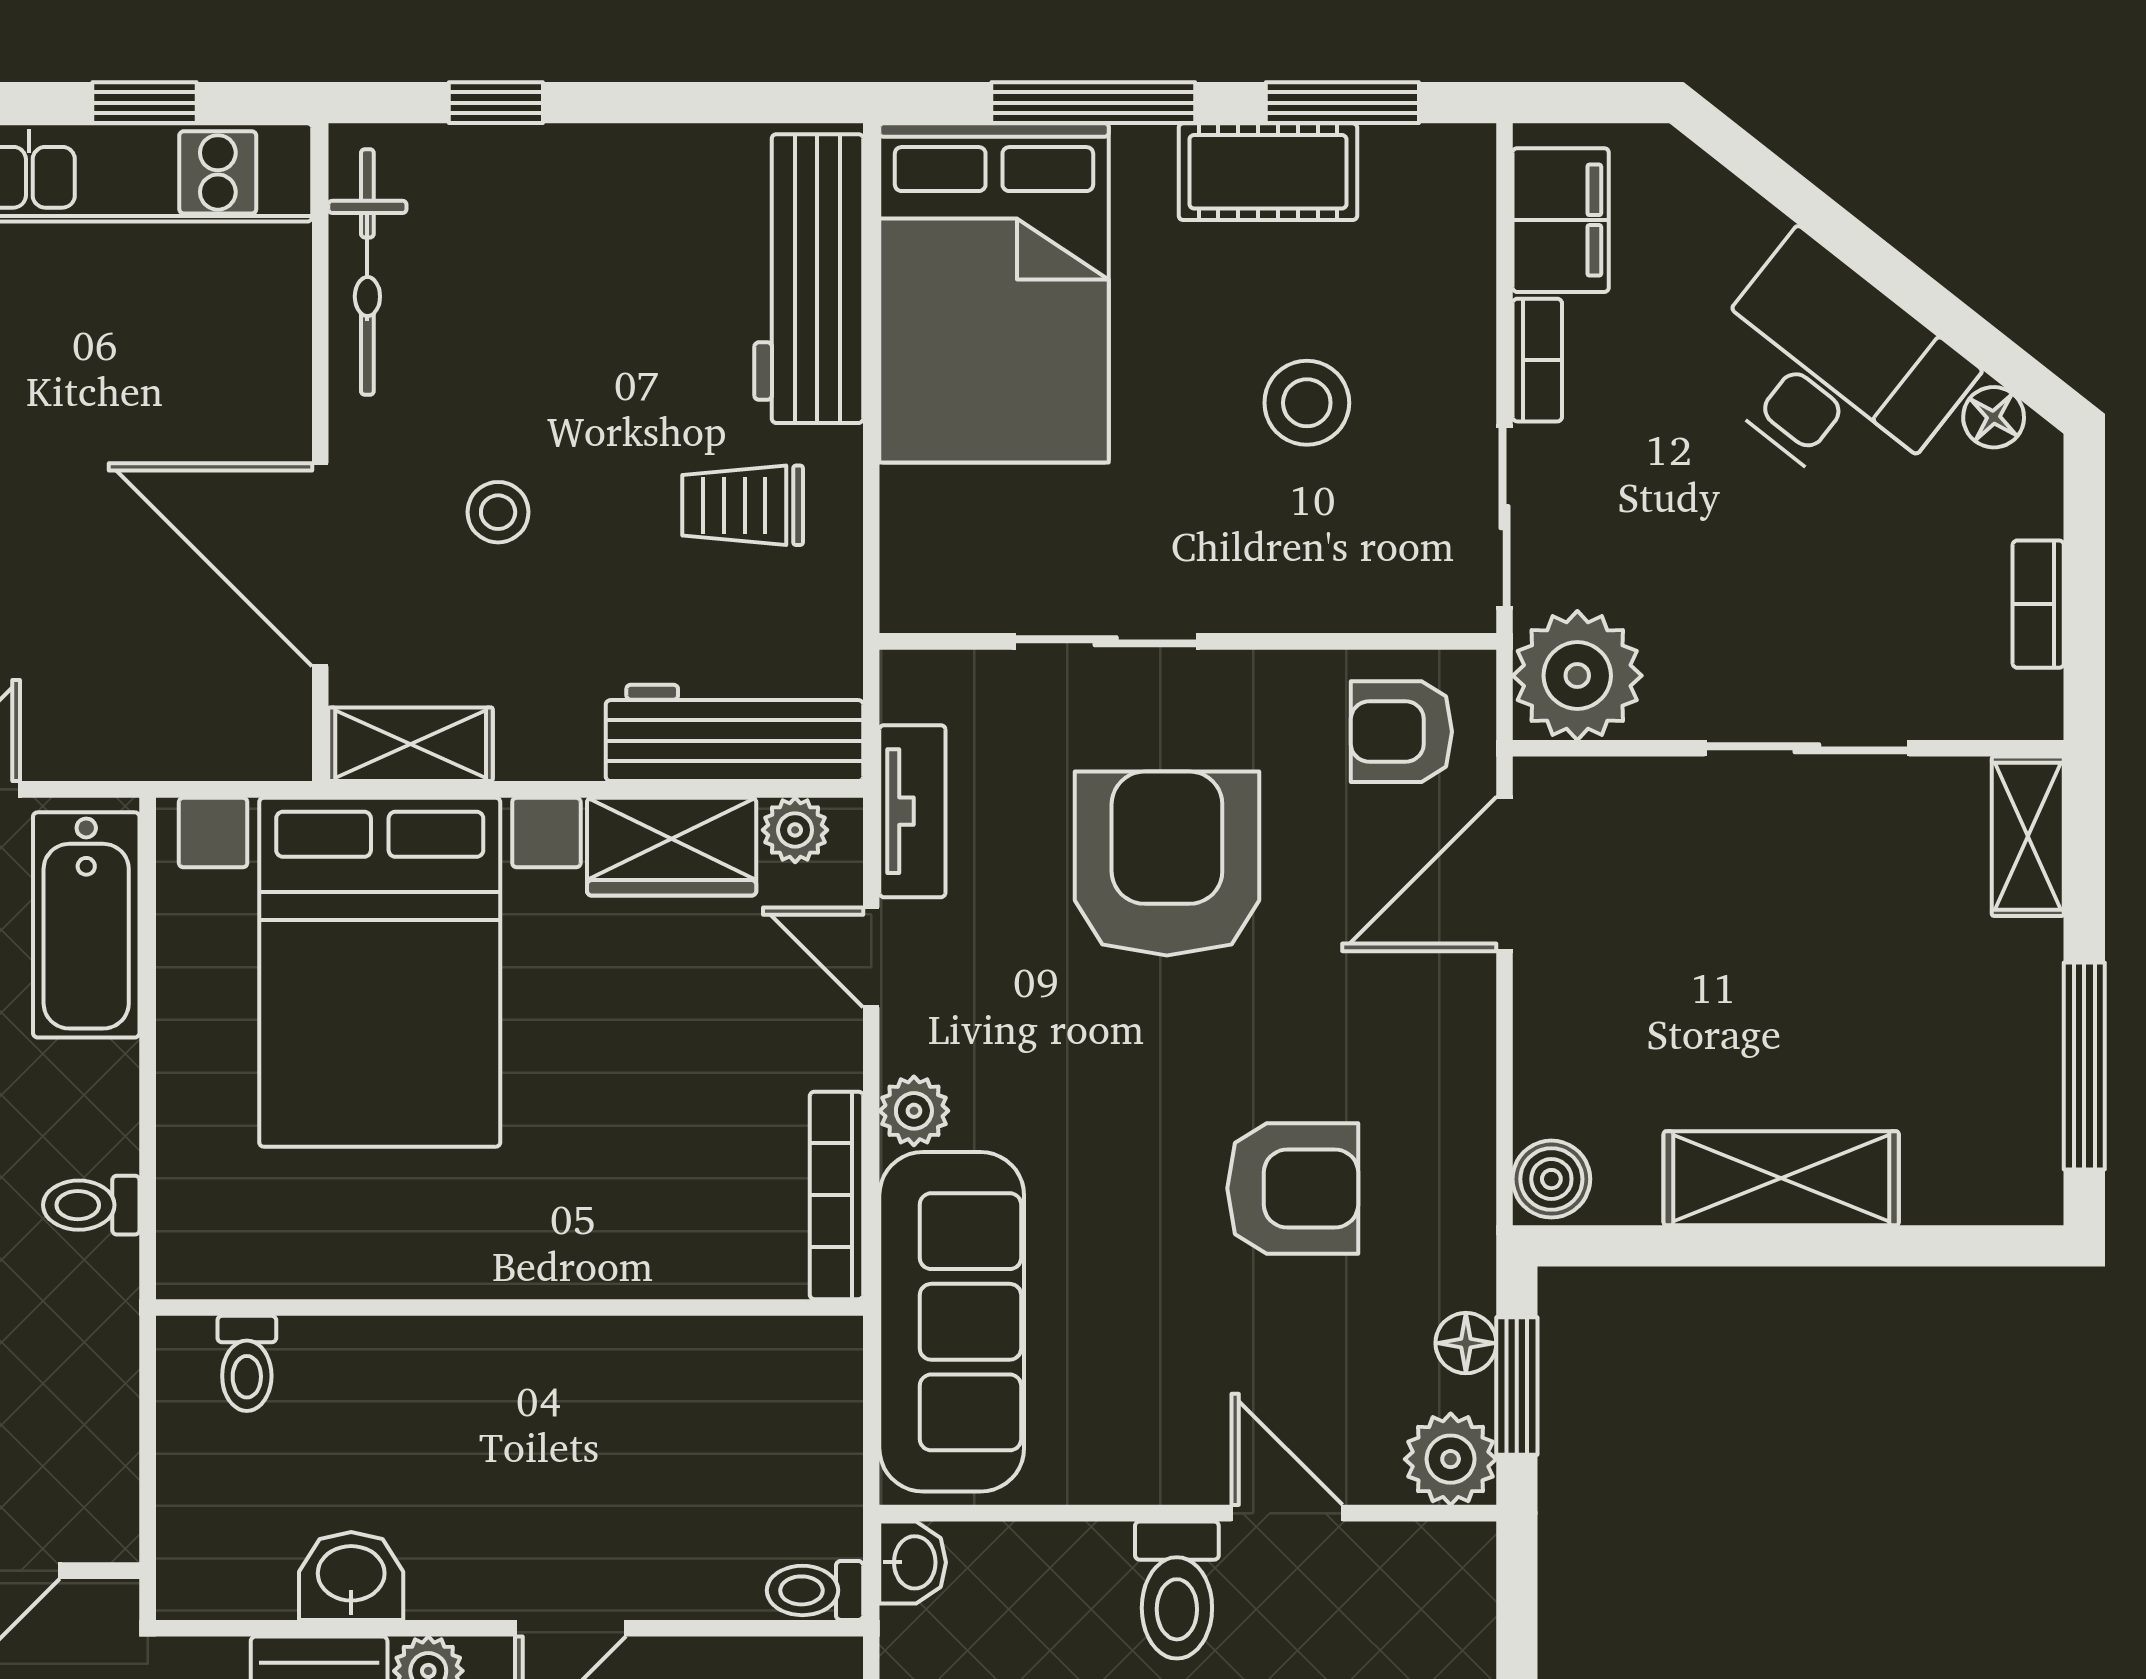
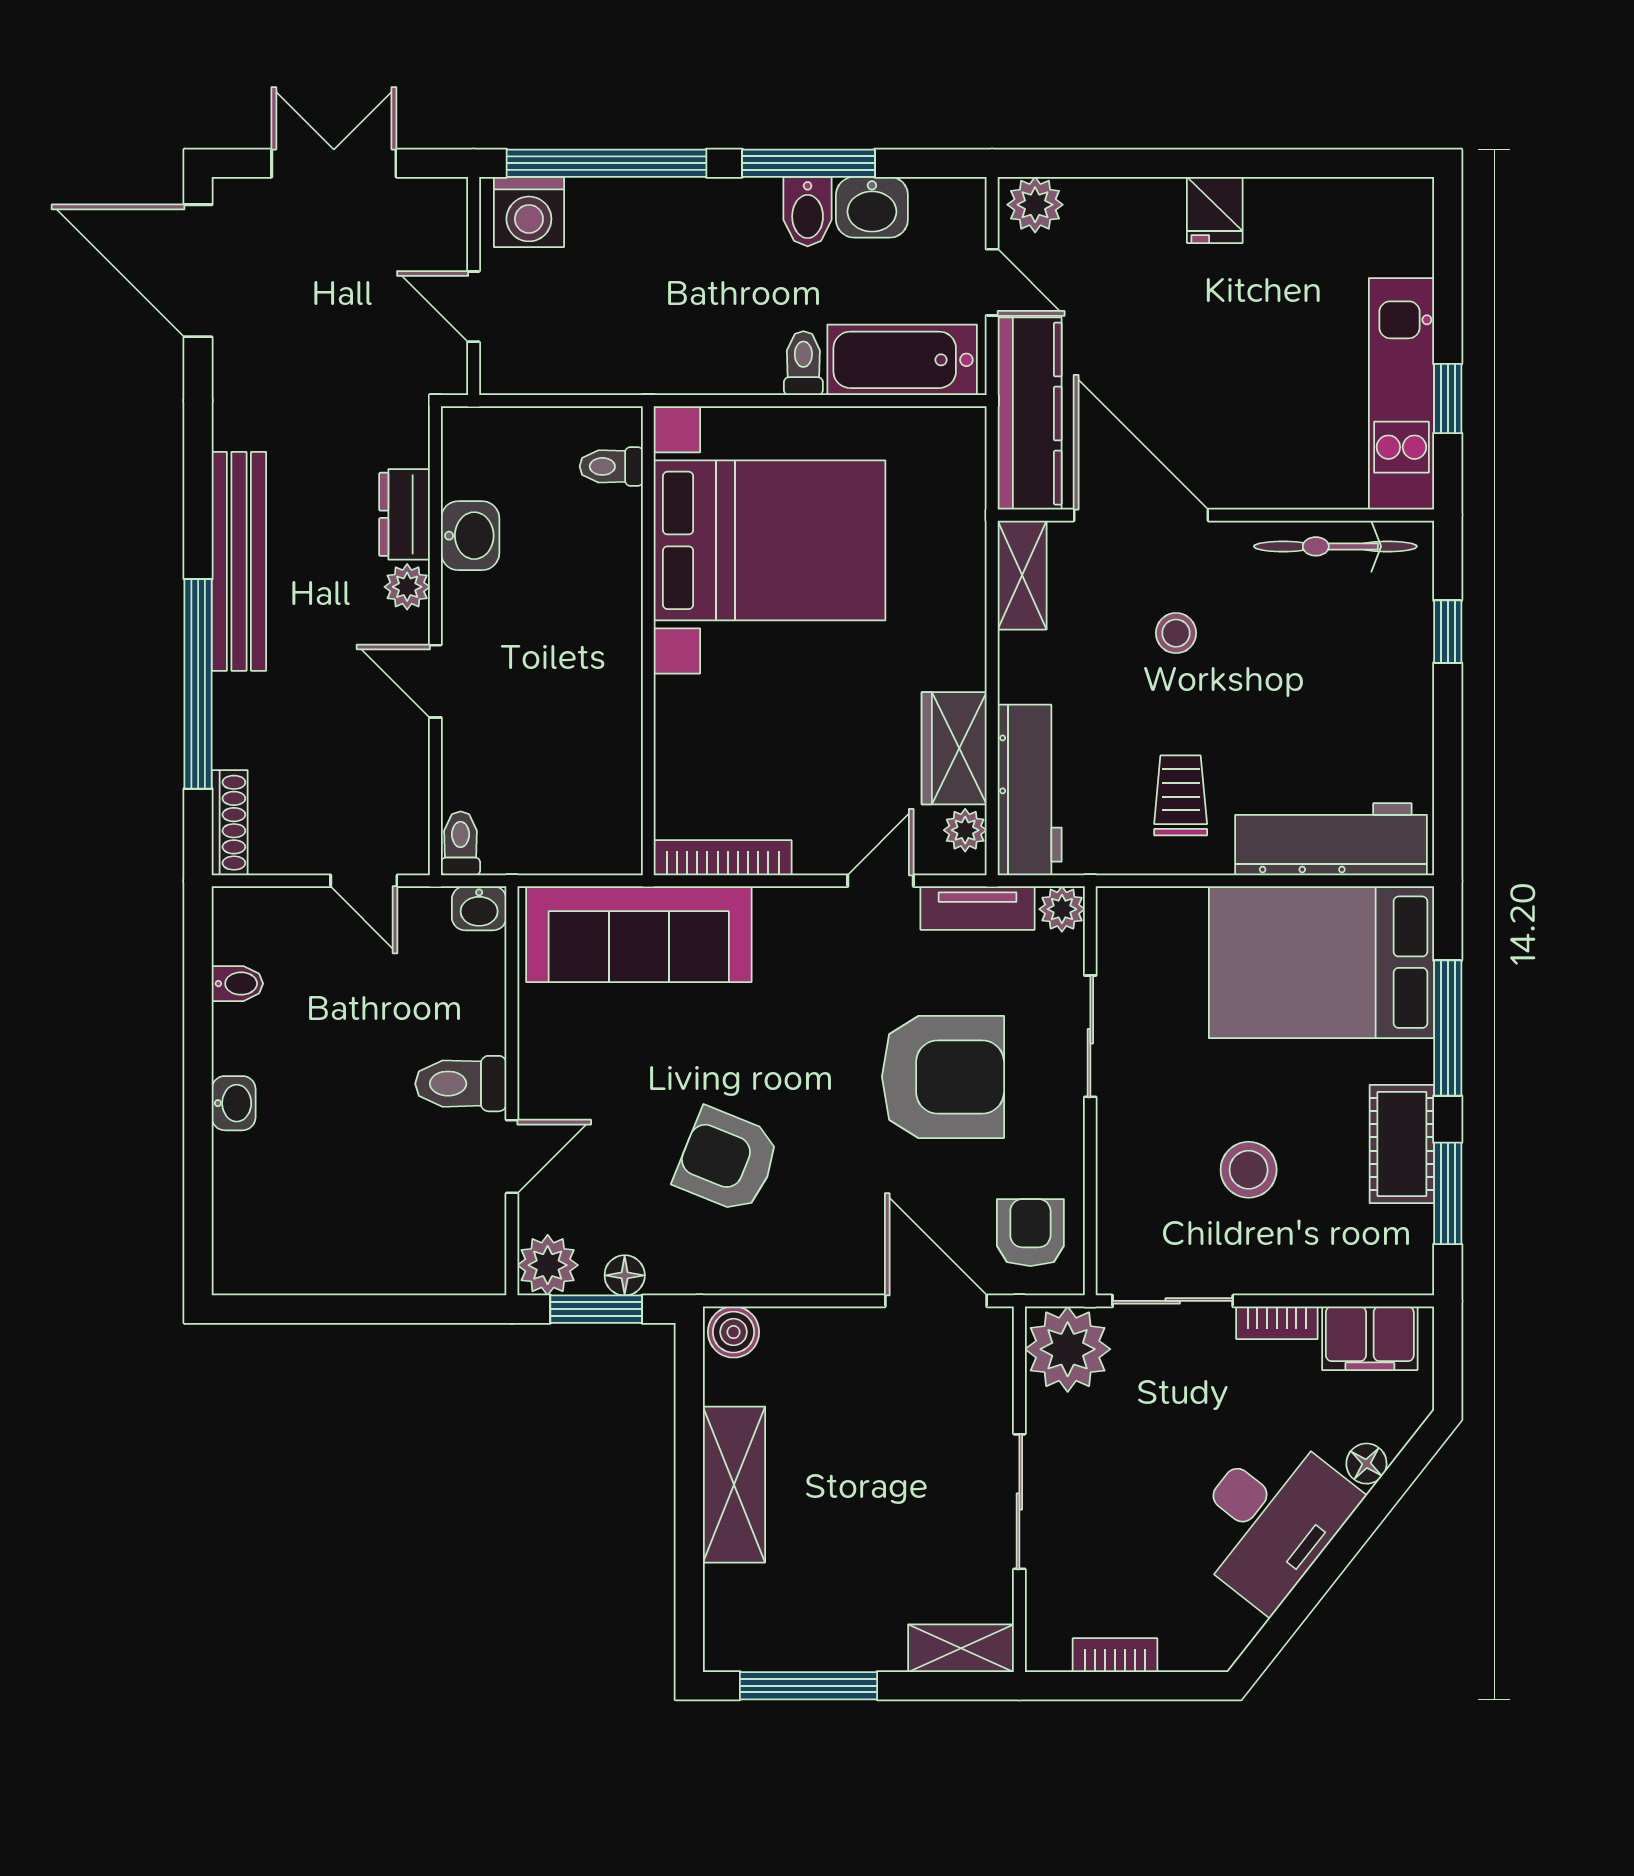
floor lamp: (1994, 417) -> (1366, 1464), moved
door: (320, 565) -> (1141, 515), hinge flipped
kitchen counter: (167, 733) -> (1030, 414), added
bed with nightstands: (380, 972) -> (770, 540), moved, turned 180
plant: (914, 1111) -> (1062, 909), moved
armchair: (1293, 1188) -> (727, 1160), turned 112
toilet: (91, 1205) -> (803, 363), moved

